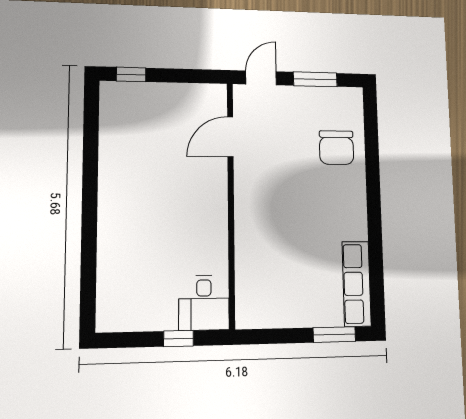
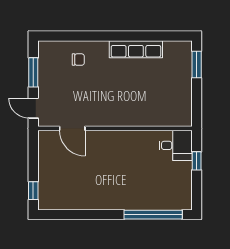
chair: (336, 148) -> (78, 60), width x0.54, depth x0.54
window: (89, 267) -> (153, 215), added
row of seats: (357, 284) -> (136, 49), moved

